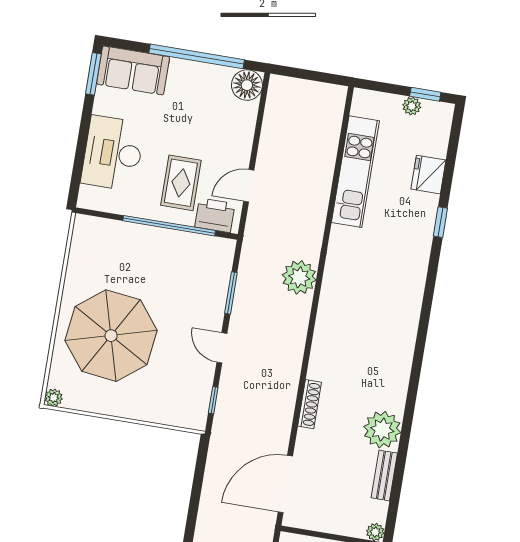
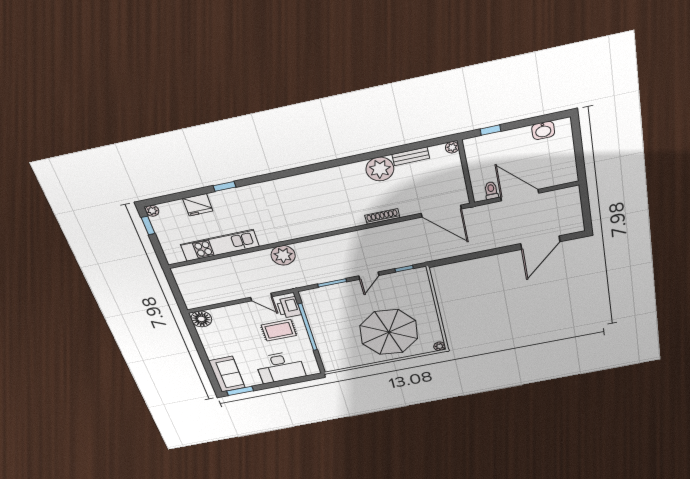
window: (197, 56) -> (200, 348), removed
plant: (412, 106) -> (152, 211), moved
plant: (299, 277) -> (283, 255), moved

